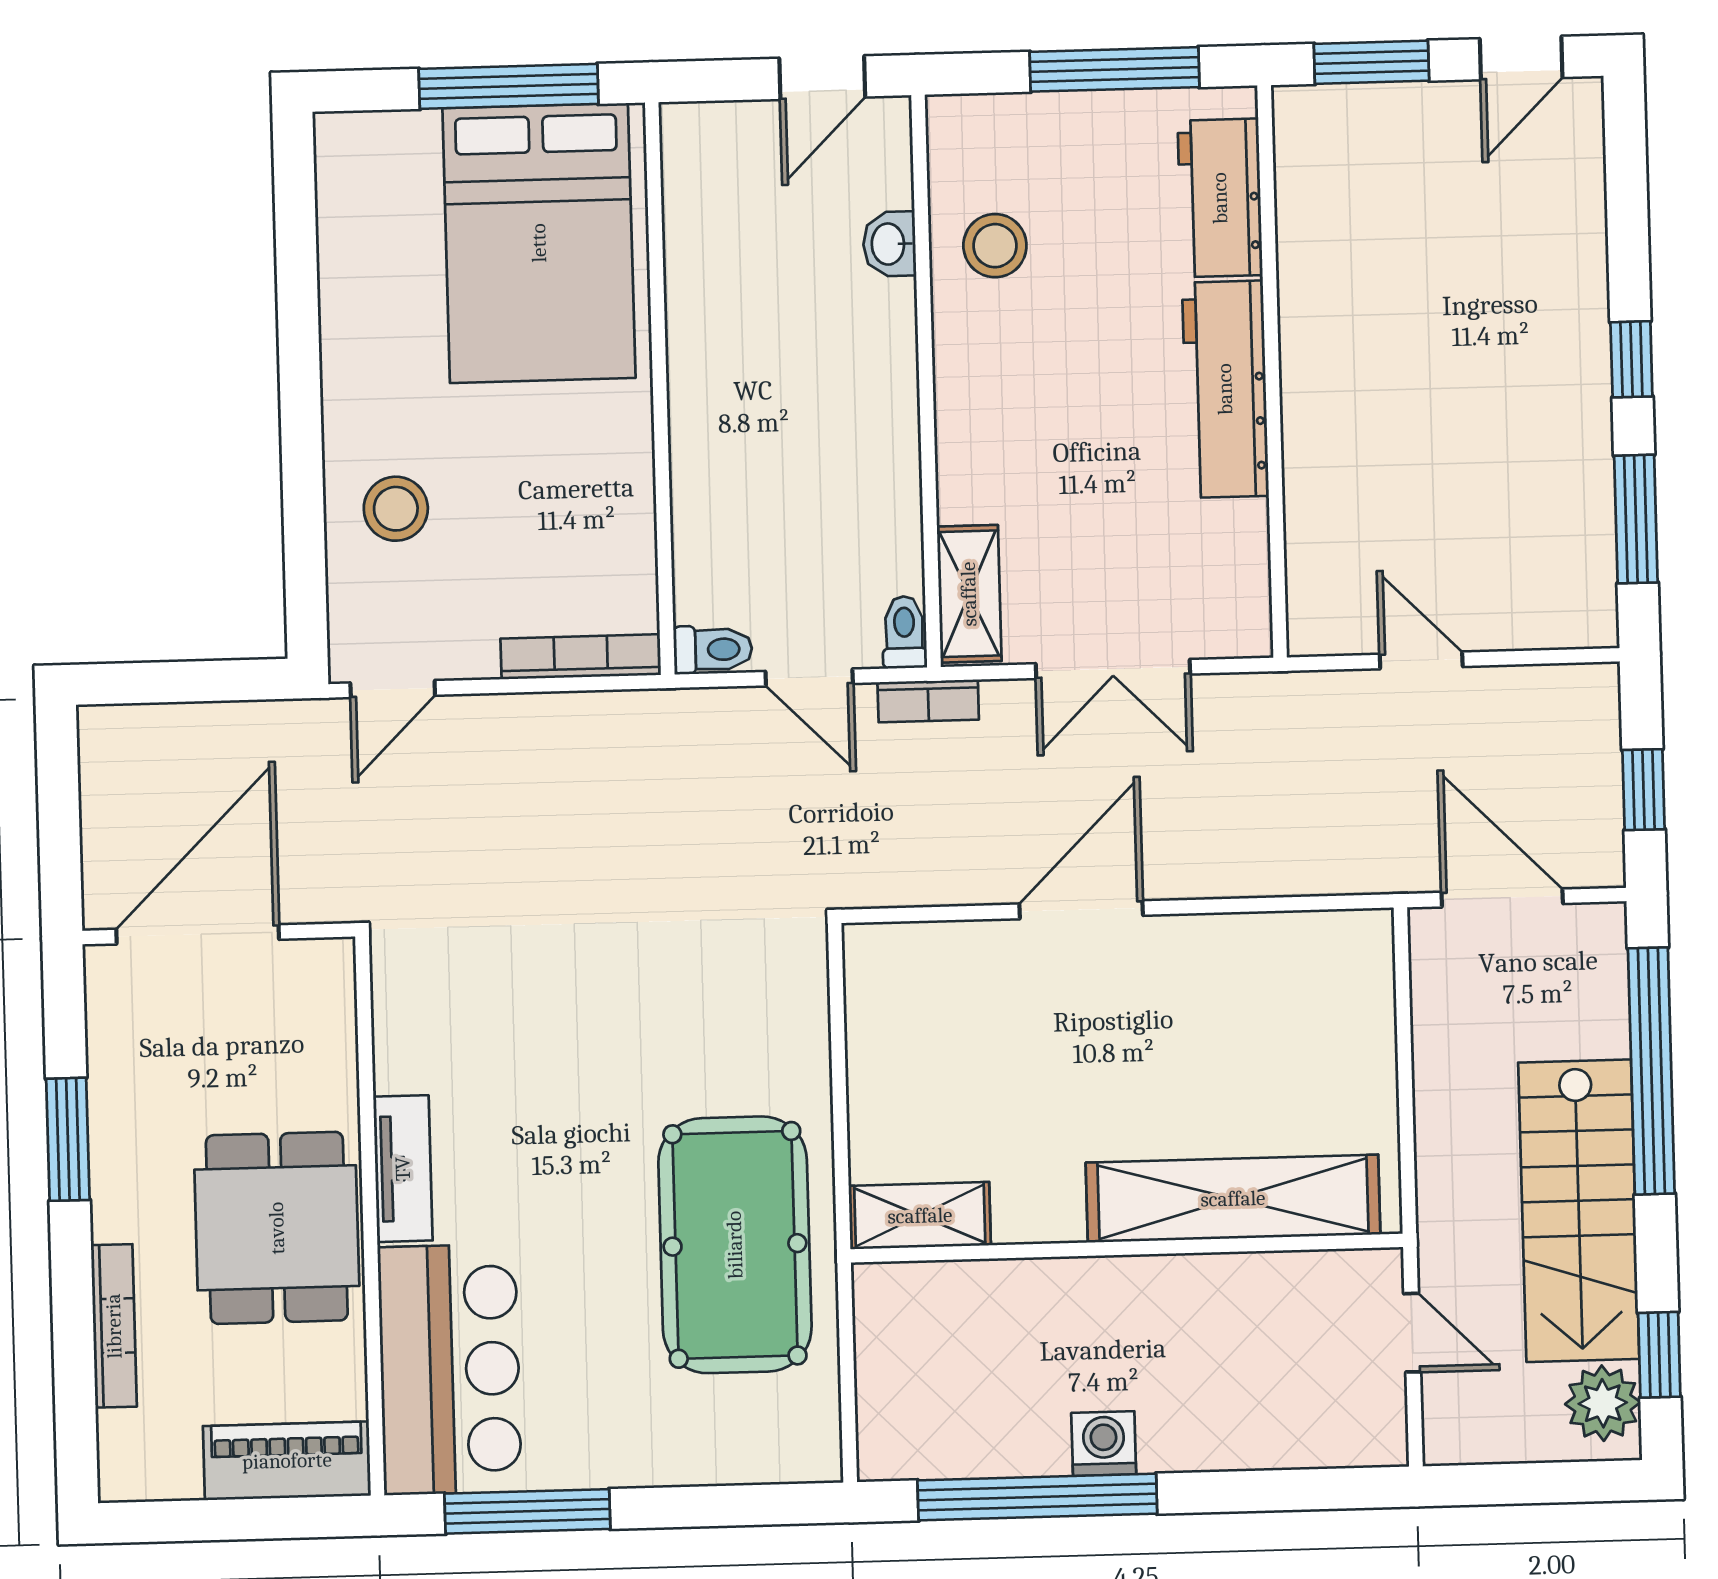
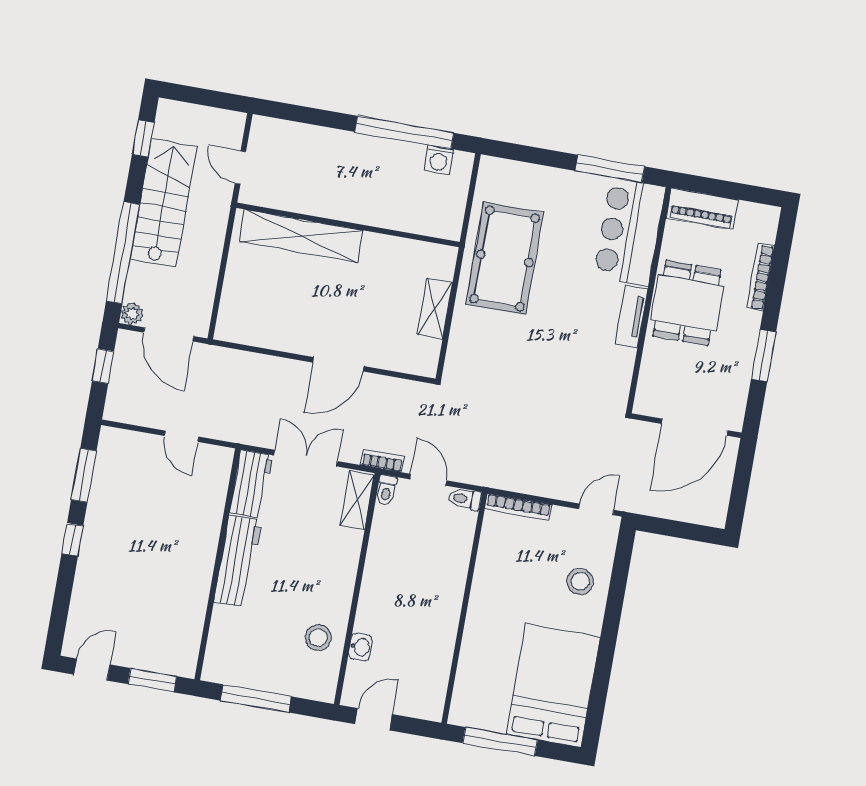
workbench: (1220, 198) -> (251, 484), moved
bed: (539, 243) -> (553, 685), moved
shelving: (920, 1216) -> (435, 309), moved, turned 90
plant: (1603, 1403) -> (132, 314), moved, width x0.73, depth x0.73
washing machine: (1104, 1444) -> (439, 160), moved

